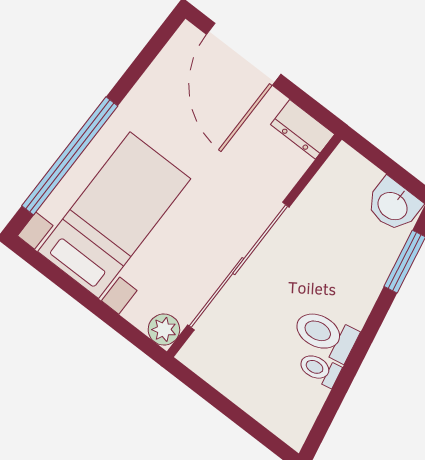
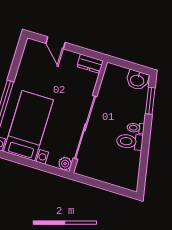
door: (244, 54) -> (55, 43), width x0.53
toilet: (319, 369) -> (136, 128), moved

